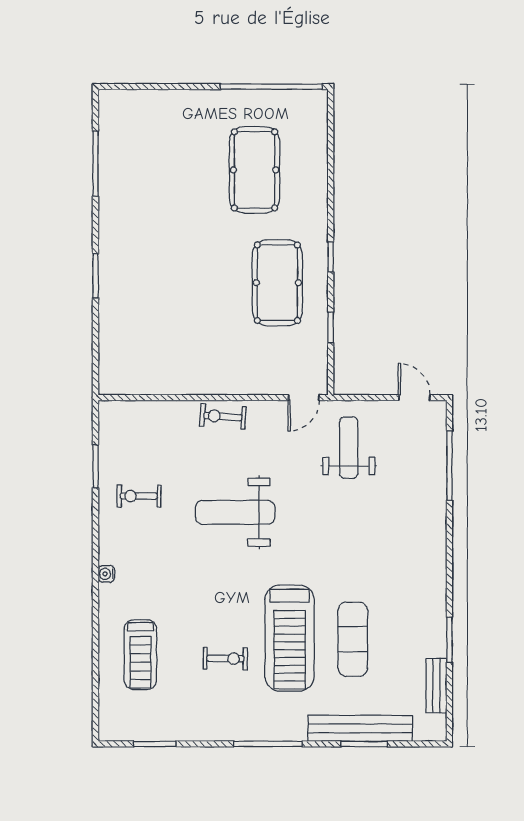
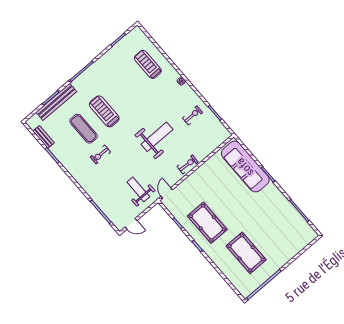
sofa: (124, 324) -> (245, 167), added
weight bench: (349, 448) -> (138, 189), turned 180
treadmill: (290, 638) -> (104, 111), width x0.73, depth x0.73
exercise bike: (225, 658) -> (100, 155), moved

